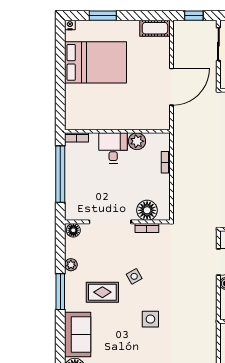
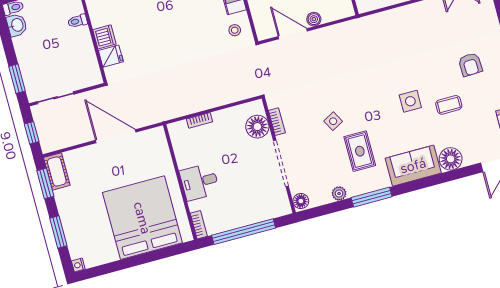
window: (147, 16) -> (45, 184), added
bed: (96, 62) -> (142, 218), moved, width x1.36
plant: (137, 141) -> (185, 158), removed
side table: (150, 319) -> (410, 101), moved

